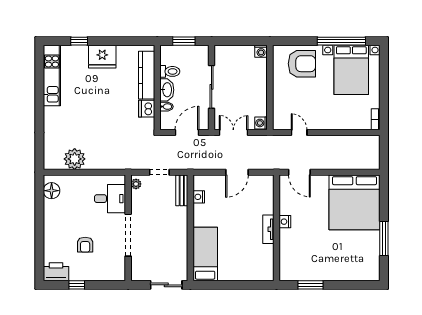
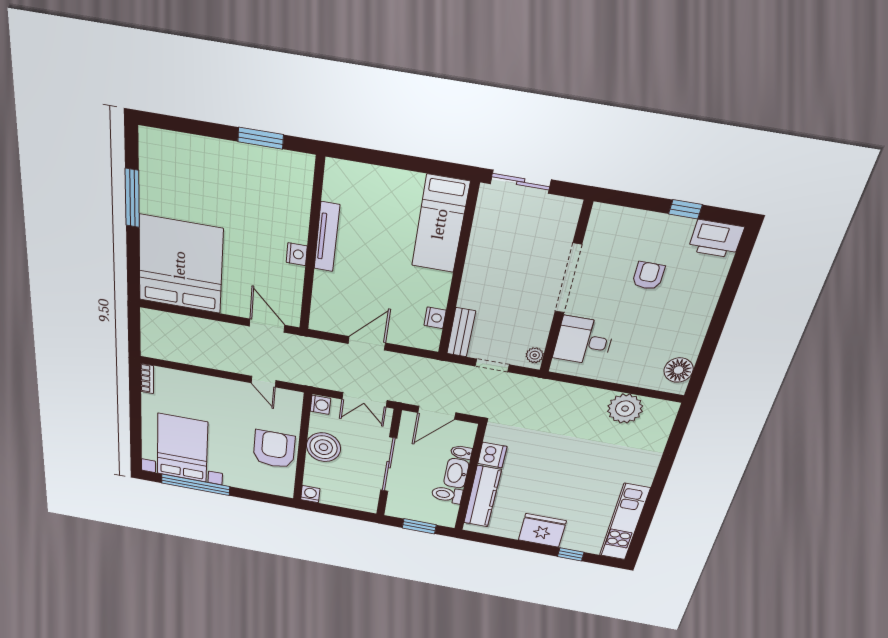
armchair: (302, 64) -> (274, 449), moved, turned 90
boiler: (256, 91) -> (323, 447), added
tv unit: (268, 229) -> (327, 237), width x1.41

